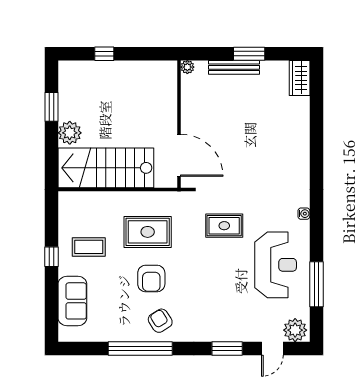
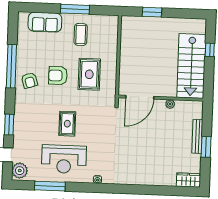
plant: (187, 67) -> (170, 104), moved
window: (51, 107) -> (152, 12), moved
plant: (70, 133) -> (158, 25), removed
stairs: (106, 168) -> (191, 66), moved, turned 180
rug: (224, 226) -> (67, 124), moved
window: (51, 257) -> (75, 9), width x2.17
armchair: (160, 321) -> (29, 80), turned 104

